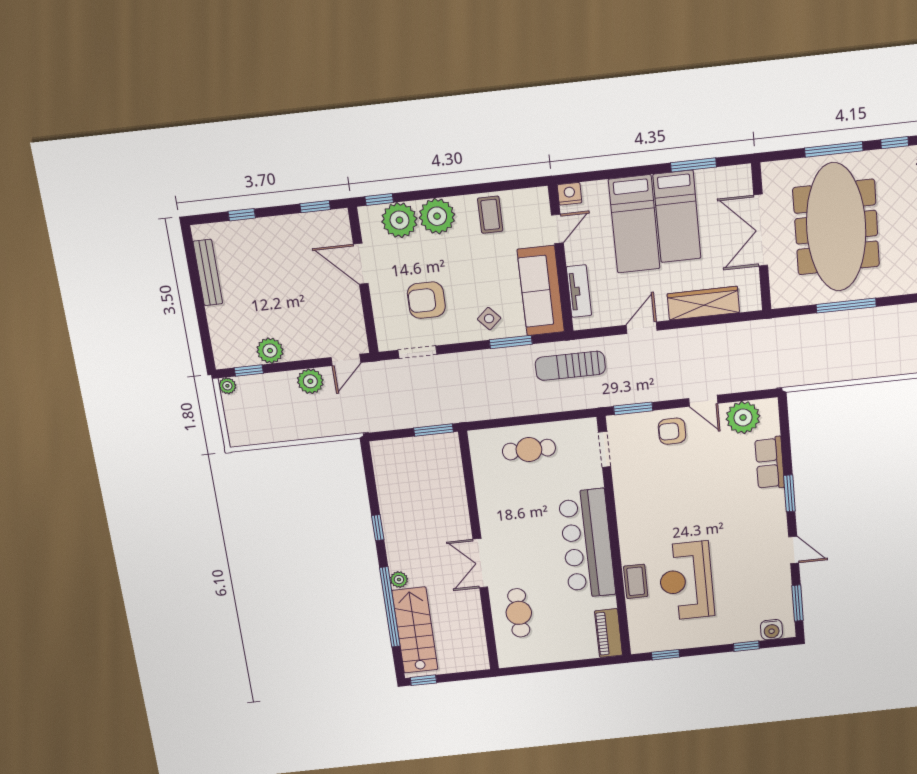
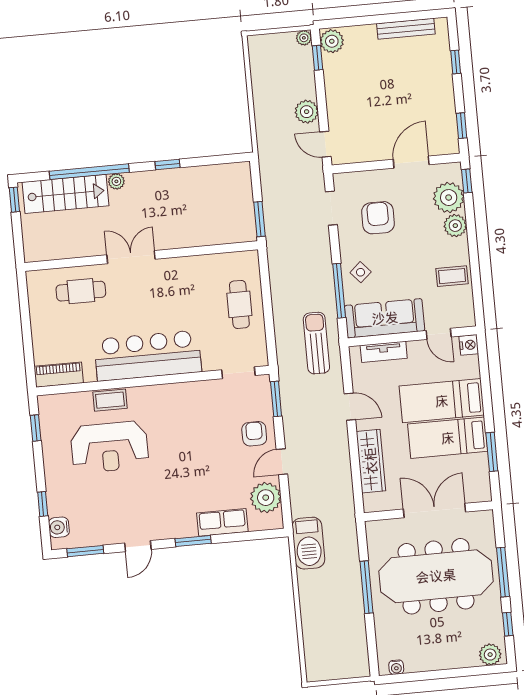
plant: (437, 216) -> (455, 226), width x0.73, depth x0.73
window: (511, 342) -> (339, 291), width x1.44
plant: (270, 351) -> (332, 41), moved
barbecue: (795, 371) -> (308, 543), added
reception desk: (686, 581) -> (109, 447), turned 180

